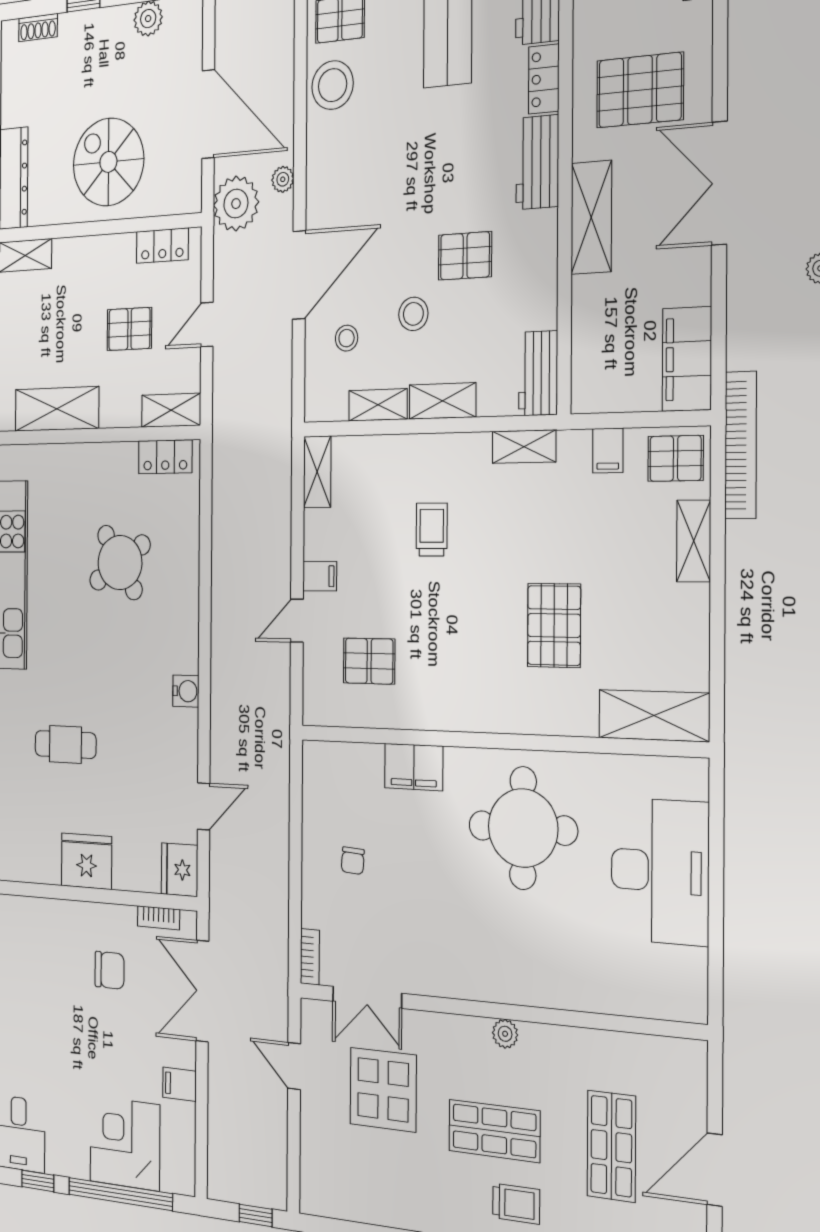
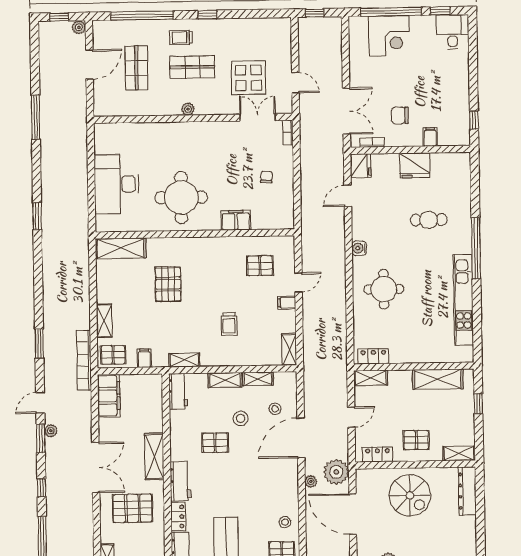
stool: (333, 85) -> (285, 522), width x0.53, depth x0.53
pallet: (129, 329) -> (416, 440), moved
round table: (120, 563) -> (384, 289), moved, turned 33
filing cabinet: (180, 1084) -> (430, 137), moved, turned -90

